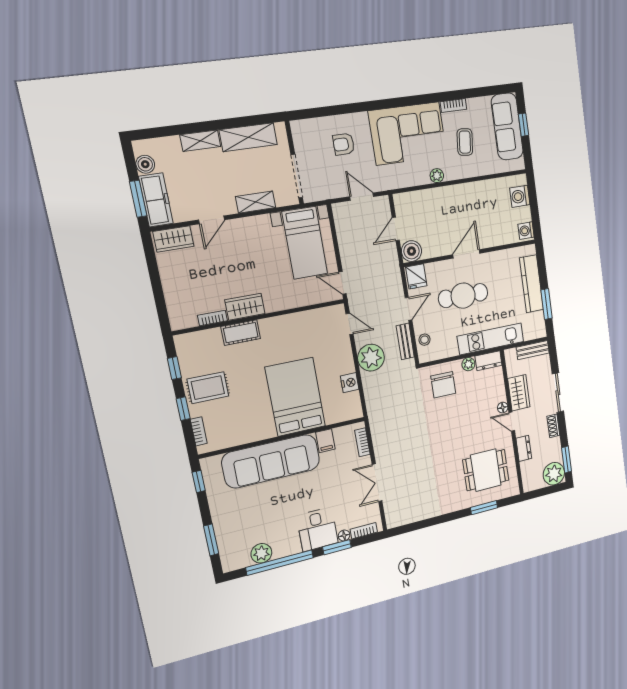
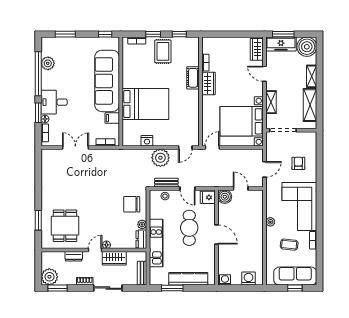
boiler: (145, 164) -> (307, 47), width x1.86, depth x1.86
bed with nightstands: (305, 243) -> (242, 121), width x1.36

